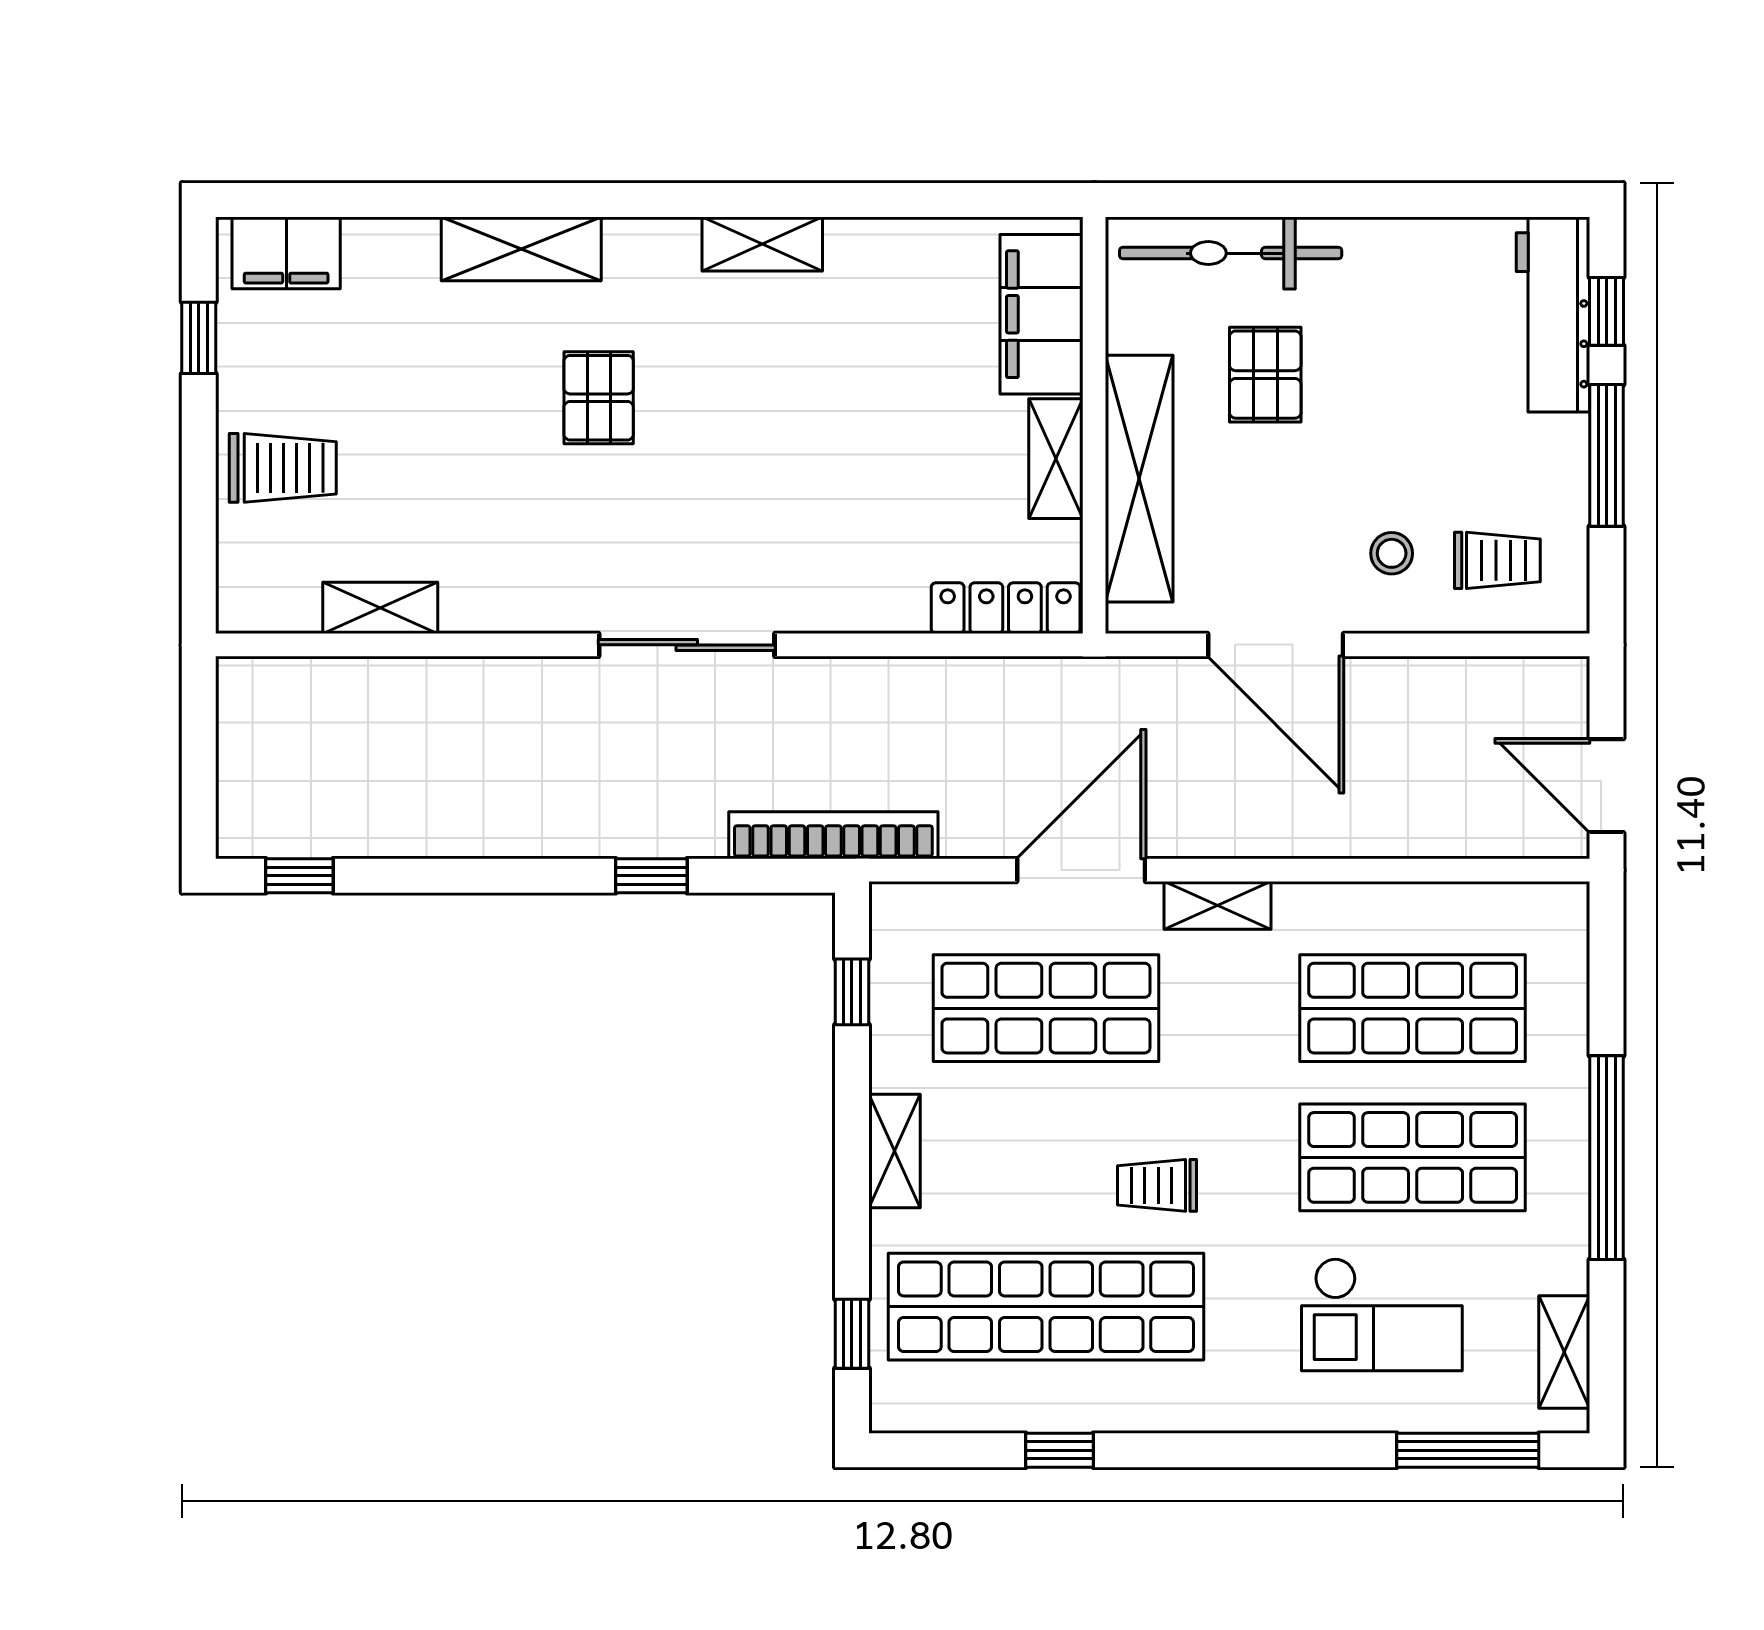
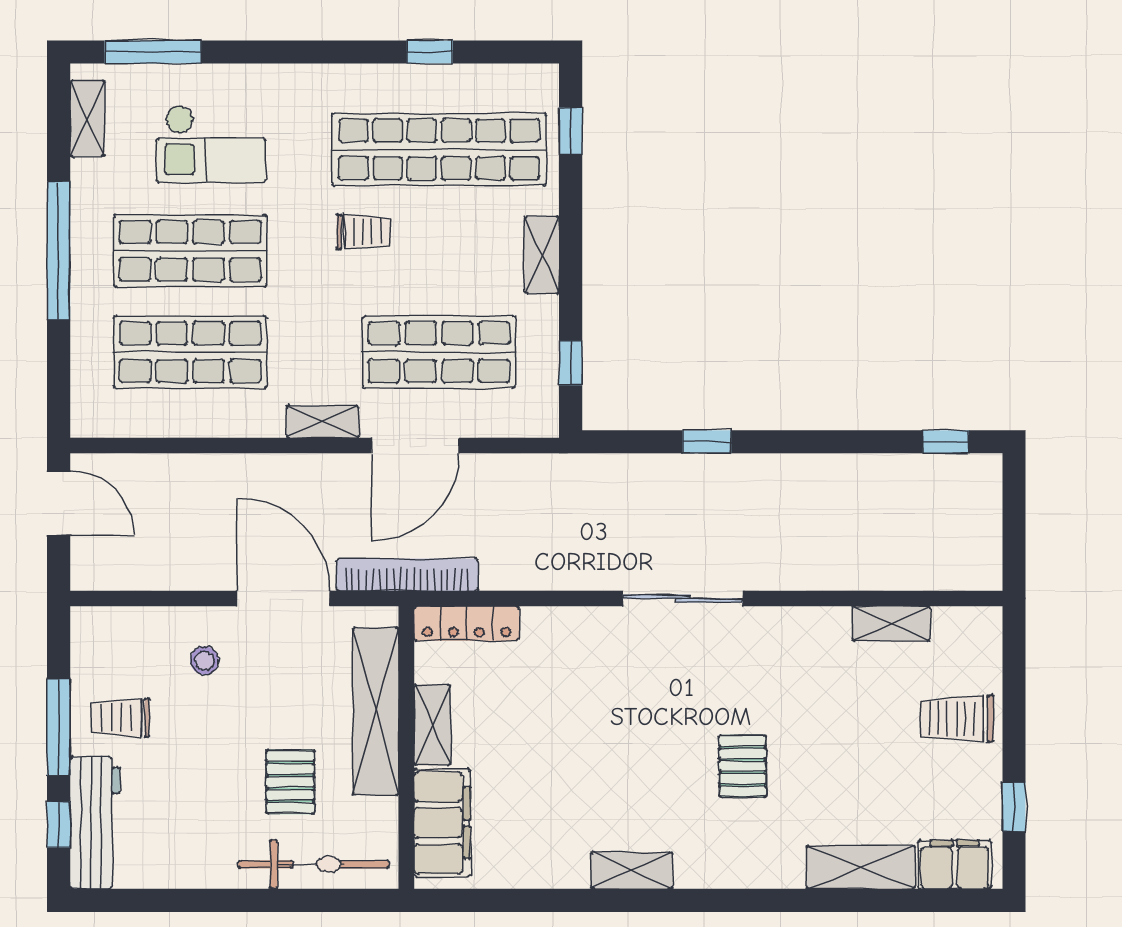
shelving: (521, 249) -> (861, 867), moved
trolley: (1497, 560) -> (120, 718), moved
bookcase: (833, 835) -> (407, 575), moved, turned 180
checkout: (1382, 1315) -> (211, 144), turned 180

